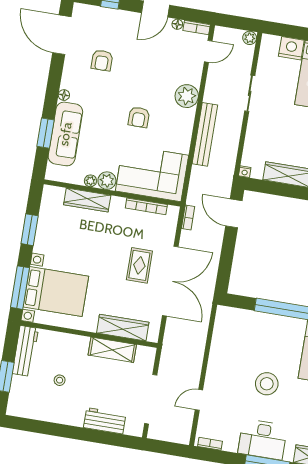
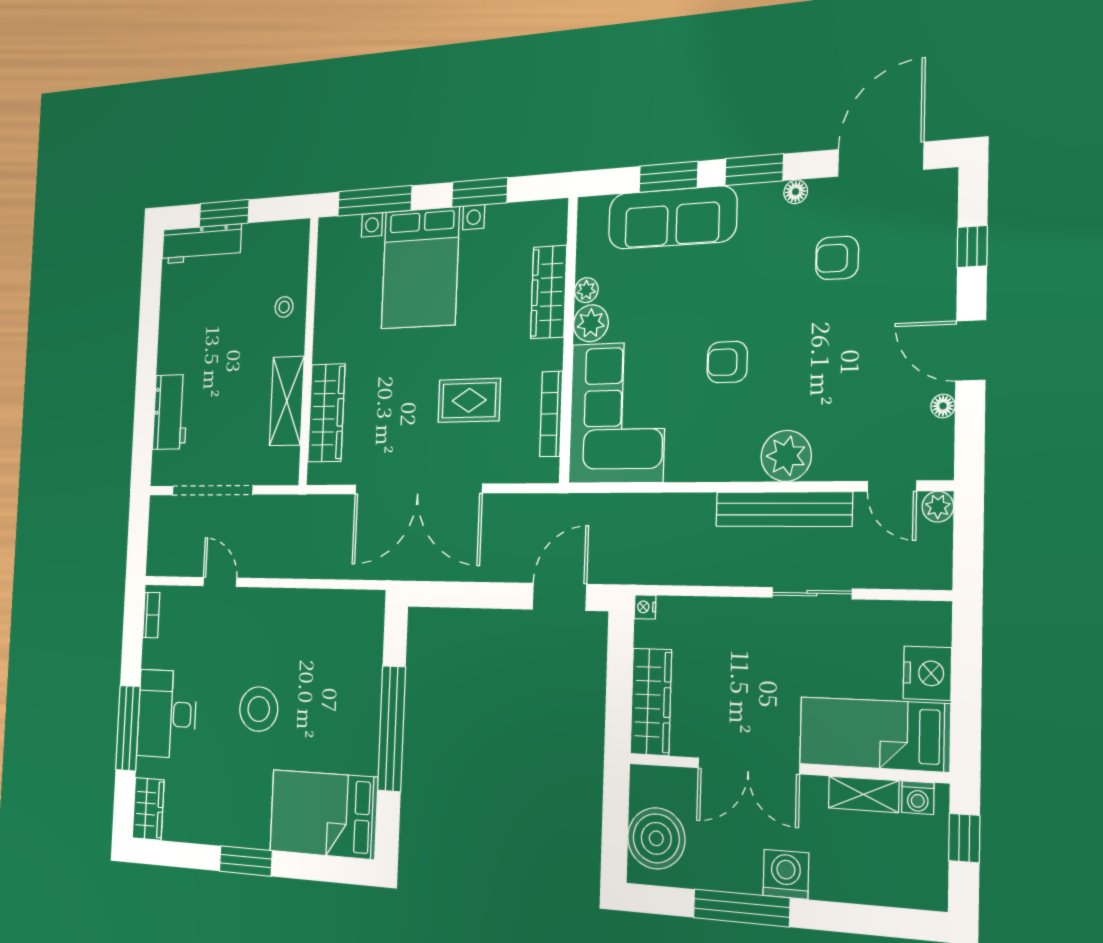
bookcase: (197, 28) -> (942, 450), removed
plant: (250, 38) -> (938, 507), moved
window: (52, 92) -> (754, 170), added
floor lamp: (64, 95) -> (796, 192), moved
bench: (205, 134) -> (783, 509), moved
bookcase: (188, 218) -> (540, 503), removed
rug: (139, 265) -> (469, 400), moved
bed with nightstands: (56, 292) -> (420, 268), moved
workbench: (25, 351) -> (201, 244), moved
stool: (60, 380) -> (284, 307), moved

